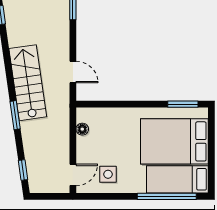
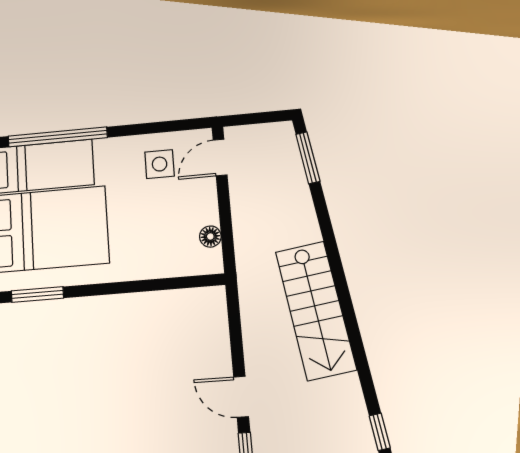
door: (73, 72) -> (241, 397), moved
window: (15, 115) -> (332, 251), removed
window: (23, 170) -> (308, 158), width x1.50

